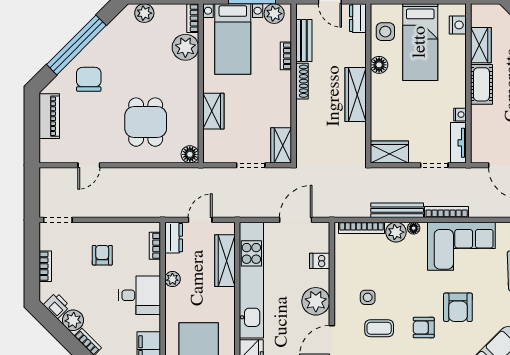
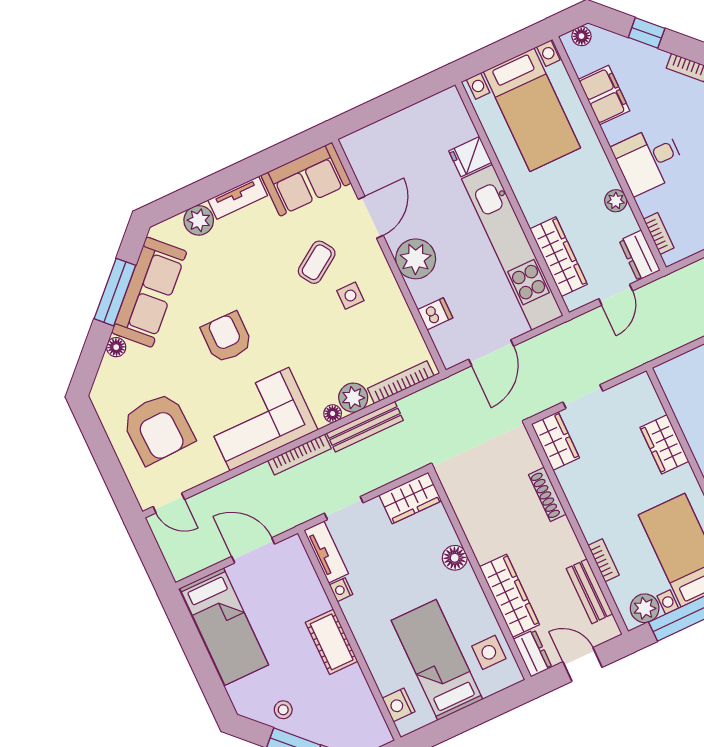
wardrobe: (481, 45) -> (356, 693), removed
floor lamp: (379, 65) -> (455, 558), moved
shoe rack: (302, 81) -> (547, 494), moved
wardrobe: (356, 94) -> (510, 596), moved
floor lamp: (190, 154) -> (669, 374), removed
coffee table: (379, 328) -> (317, 262), turned -34
armchair: (424, 328) -> (259, 290), removed

